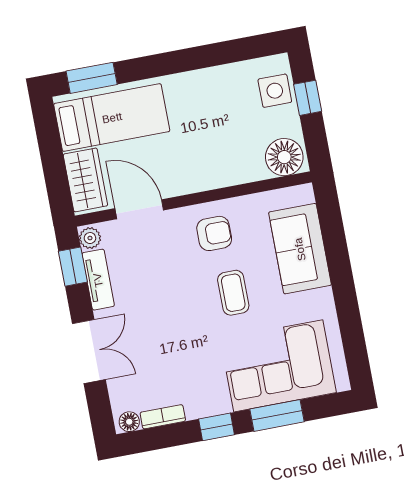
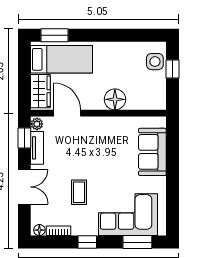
floor lamp: (284, 157) -> (115, 99), moved
armchair: (214, 233) -> (106, 134), removed
coffee table: (233, 293) -> (79, 192), moved
window: (277, 415) -> (137, 242), moved

